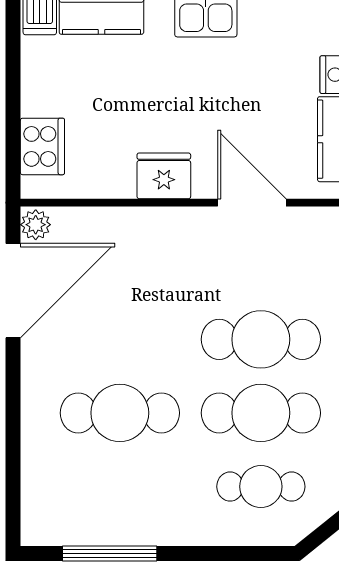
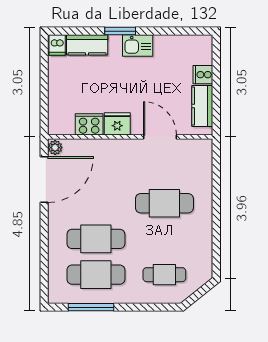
cooker: (42, 146) -> (89, 124), moved, turned -90
cafe table: (261, 413) -> (96, 275), moved

